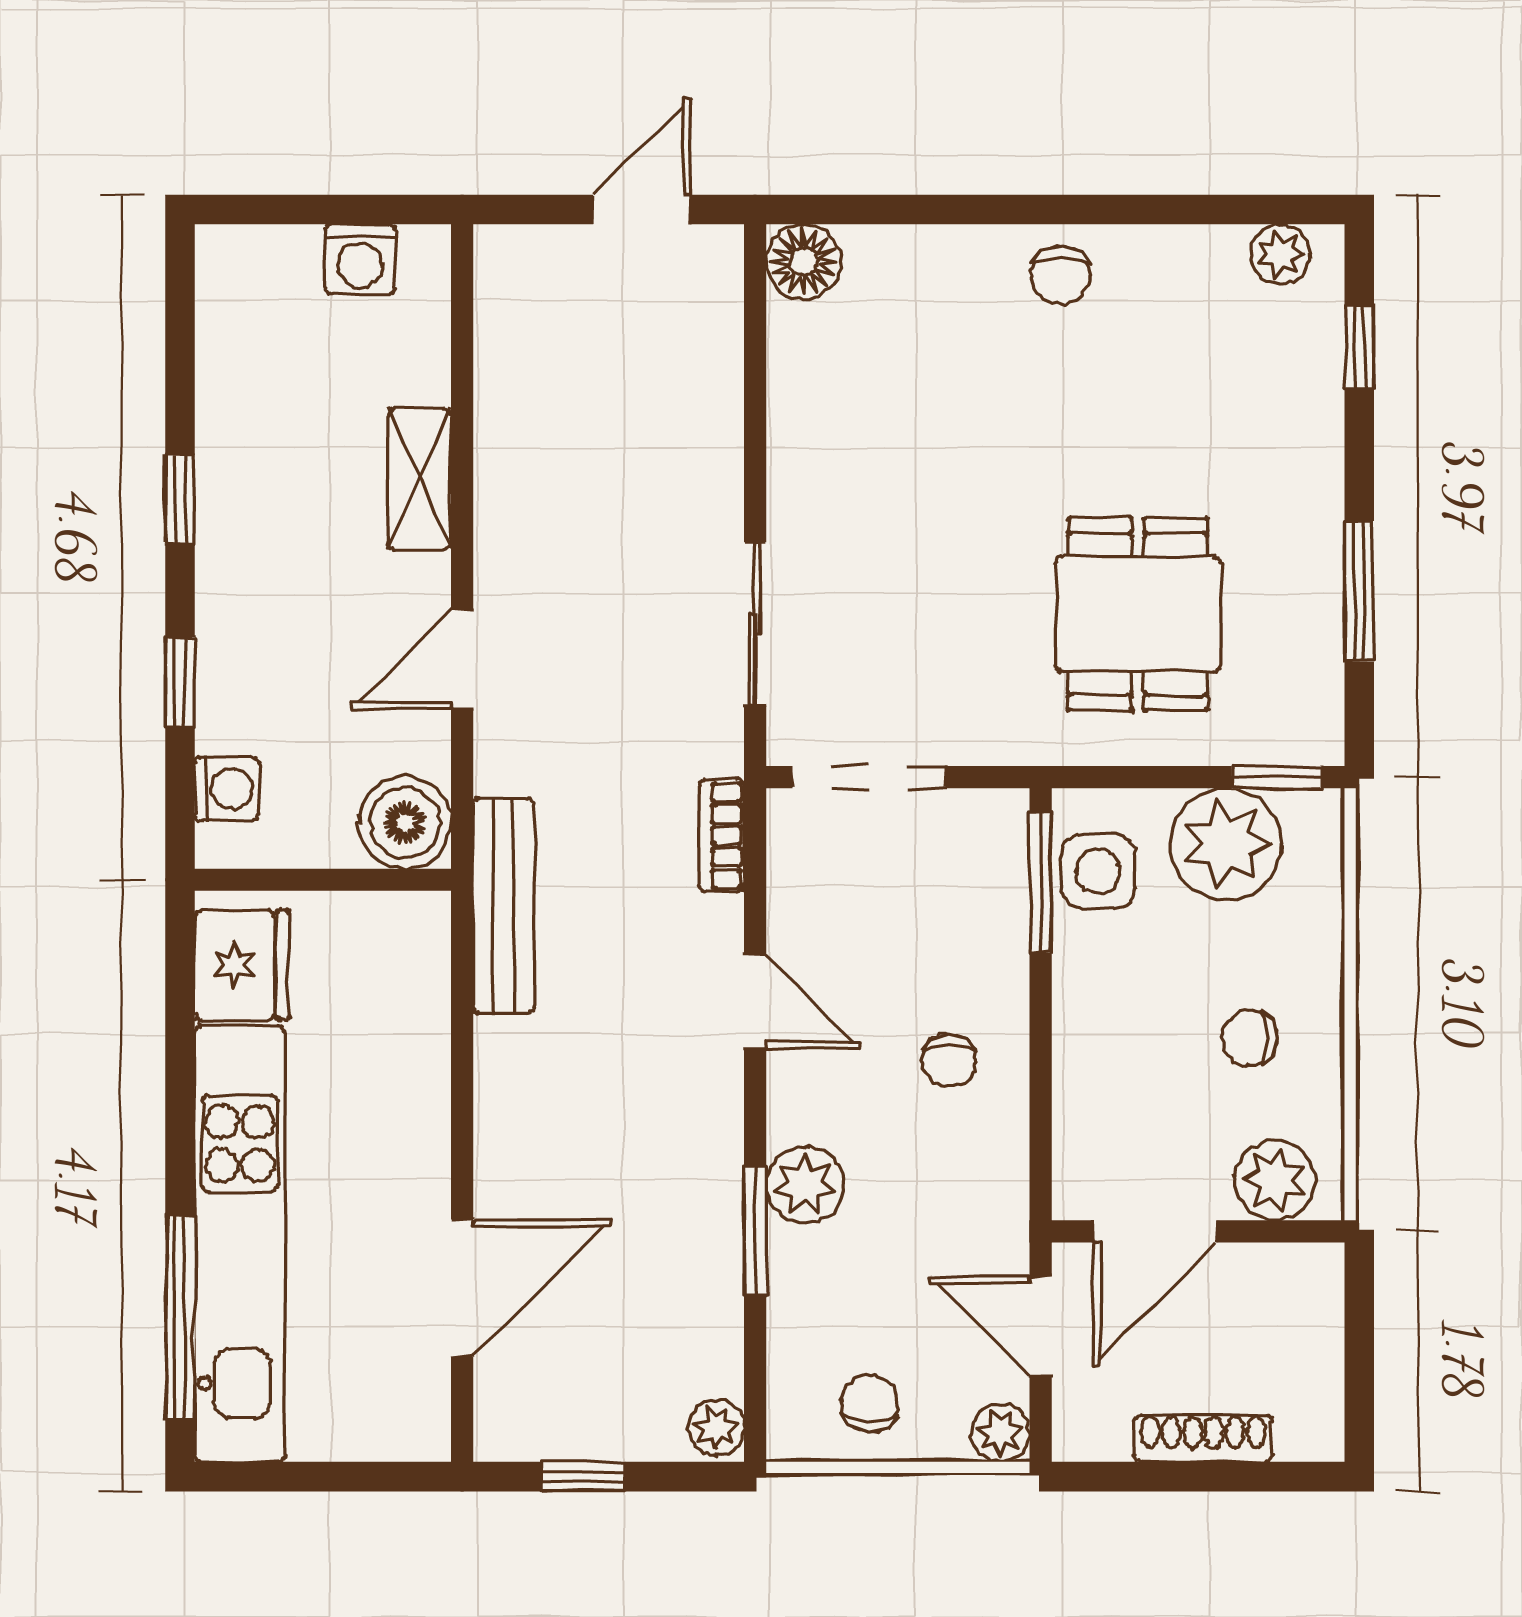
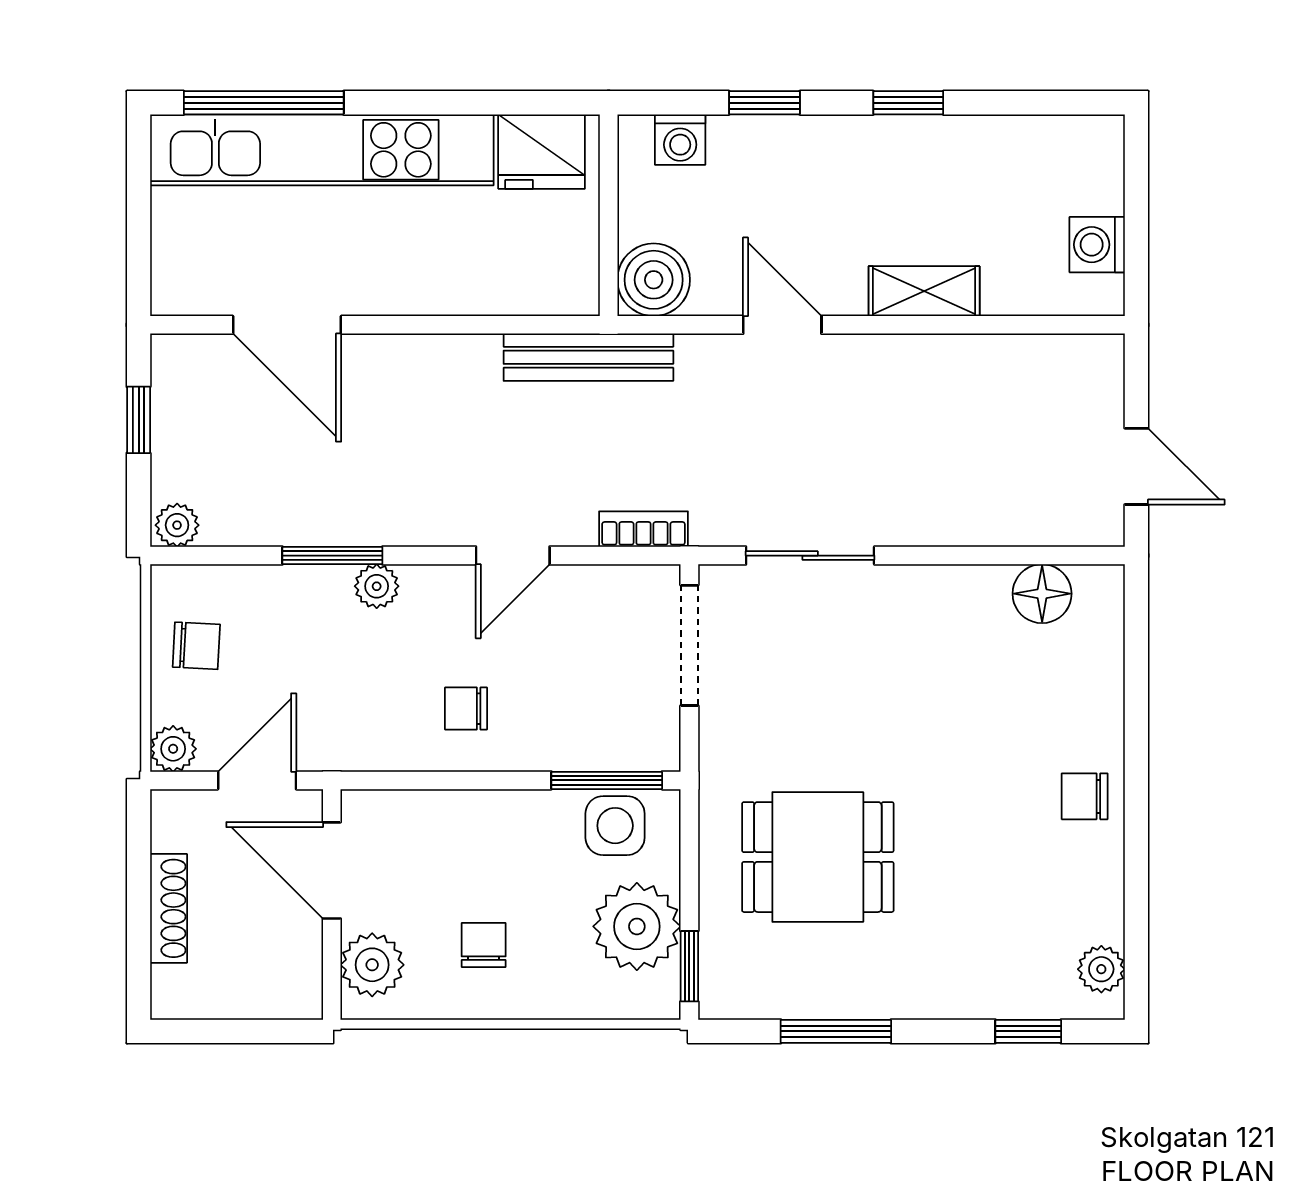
floor lamp: (803, 262) -> (1042, 594), moved
plant: (805, 1185) -> (377, 586), width x0.73, depth x0.73

